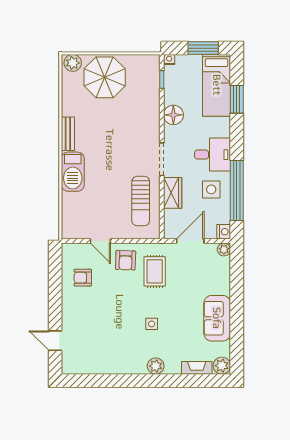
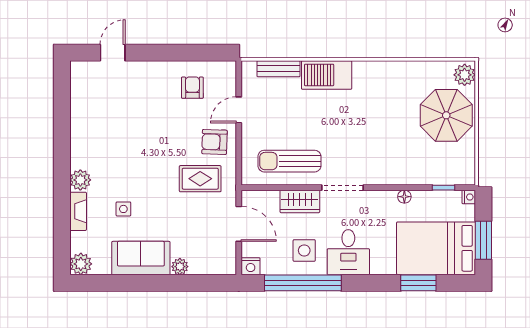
bed: (217, 85) -> (436, 248), width x1.50
floor lamp: (173, 115) -> (404, 197), width x0.53, depth x0.53
bench: (68, 134) -> (279, 69), moved
plant: (224, 249) -> (180, 267), moved
side table: (152, 324) -> (123, 209), moved
fireplace: (197, 368) -> (78, 211), moved

